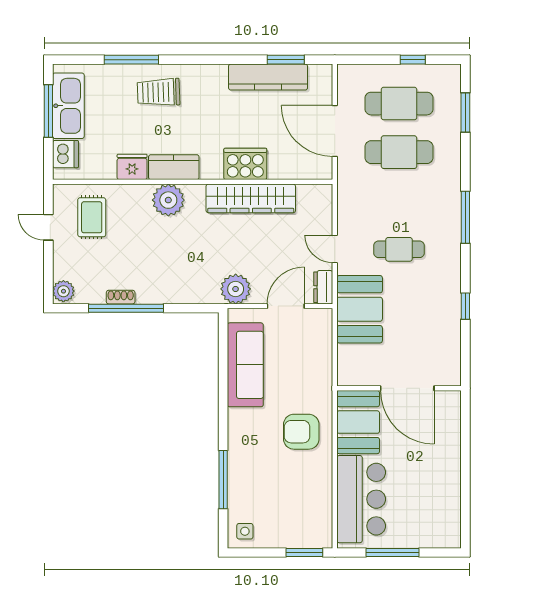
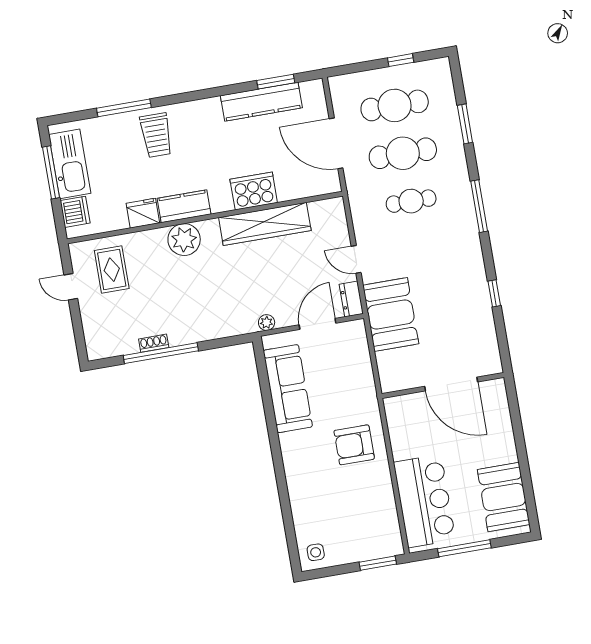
trolley: (159, 92) -> (156, 135), turned -88
window: (465, 113) -> (465, 124), moved
cafe table: (399, 249) -> (411, 201), moved
plant: (236, 289) -> (267, 323), width x0.53, depth x0.53
plant: (63, 291) -> (96, 347), removed
booth: (358, 422) -> (504, 497), moved
window: (223, 480) -> (285, 505), removed

